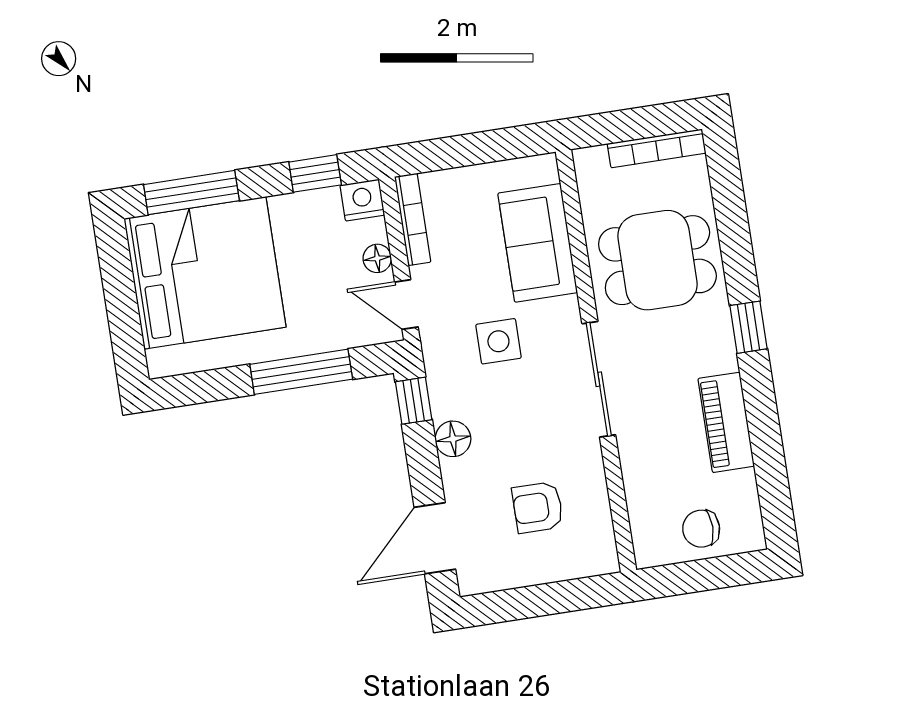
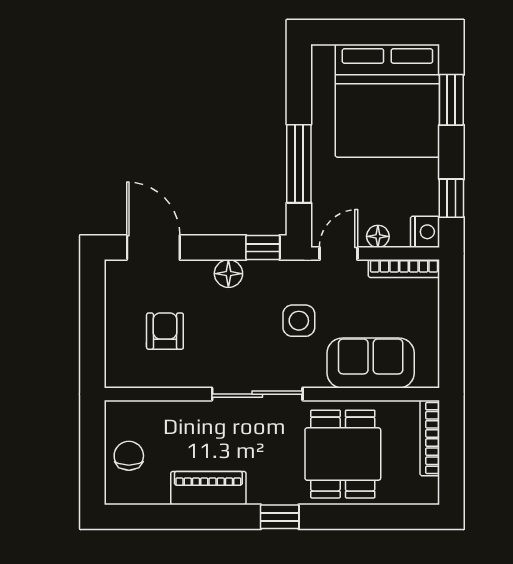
bookcase: (657, 148) -> (430, 438), moved
window: (191, 193) -> (451, 100), width x0.69

